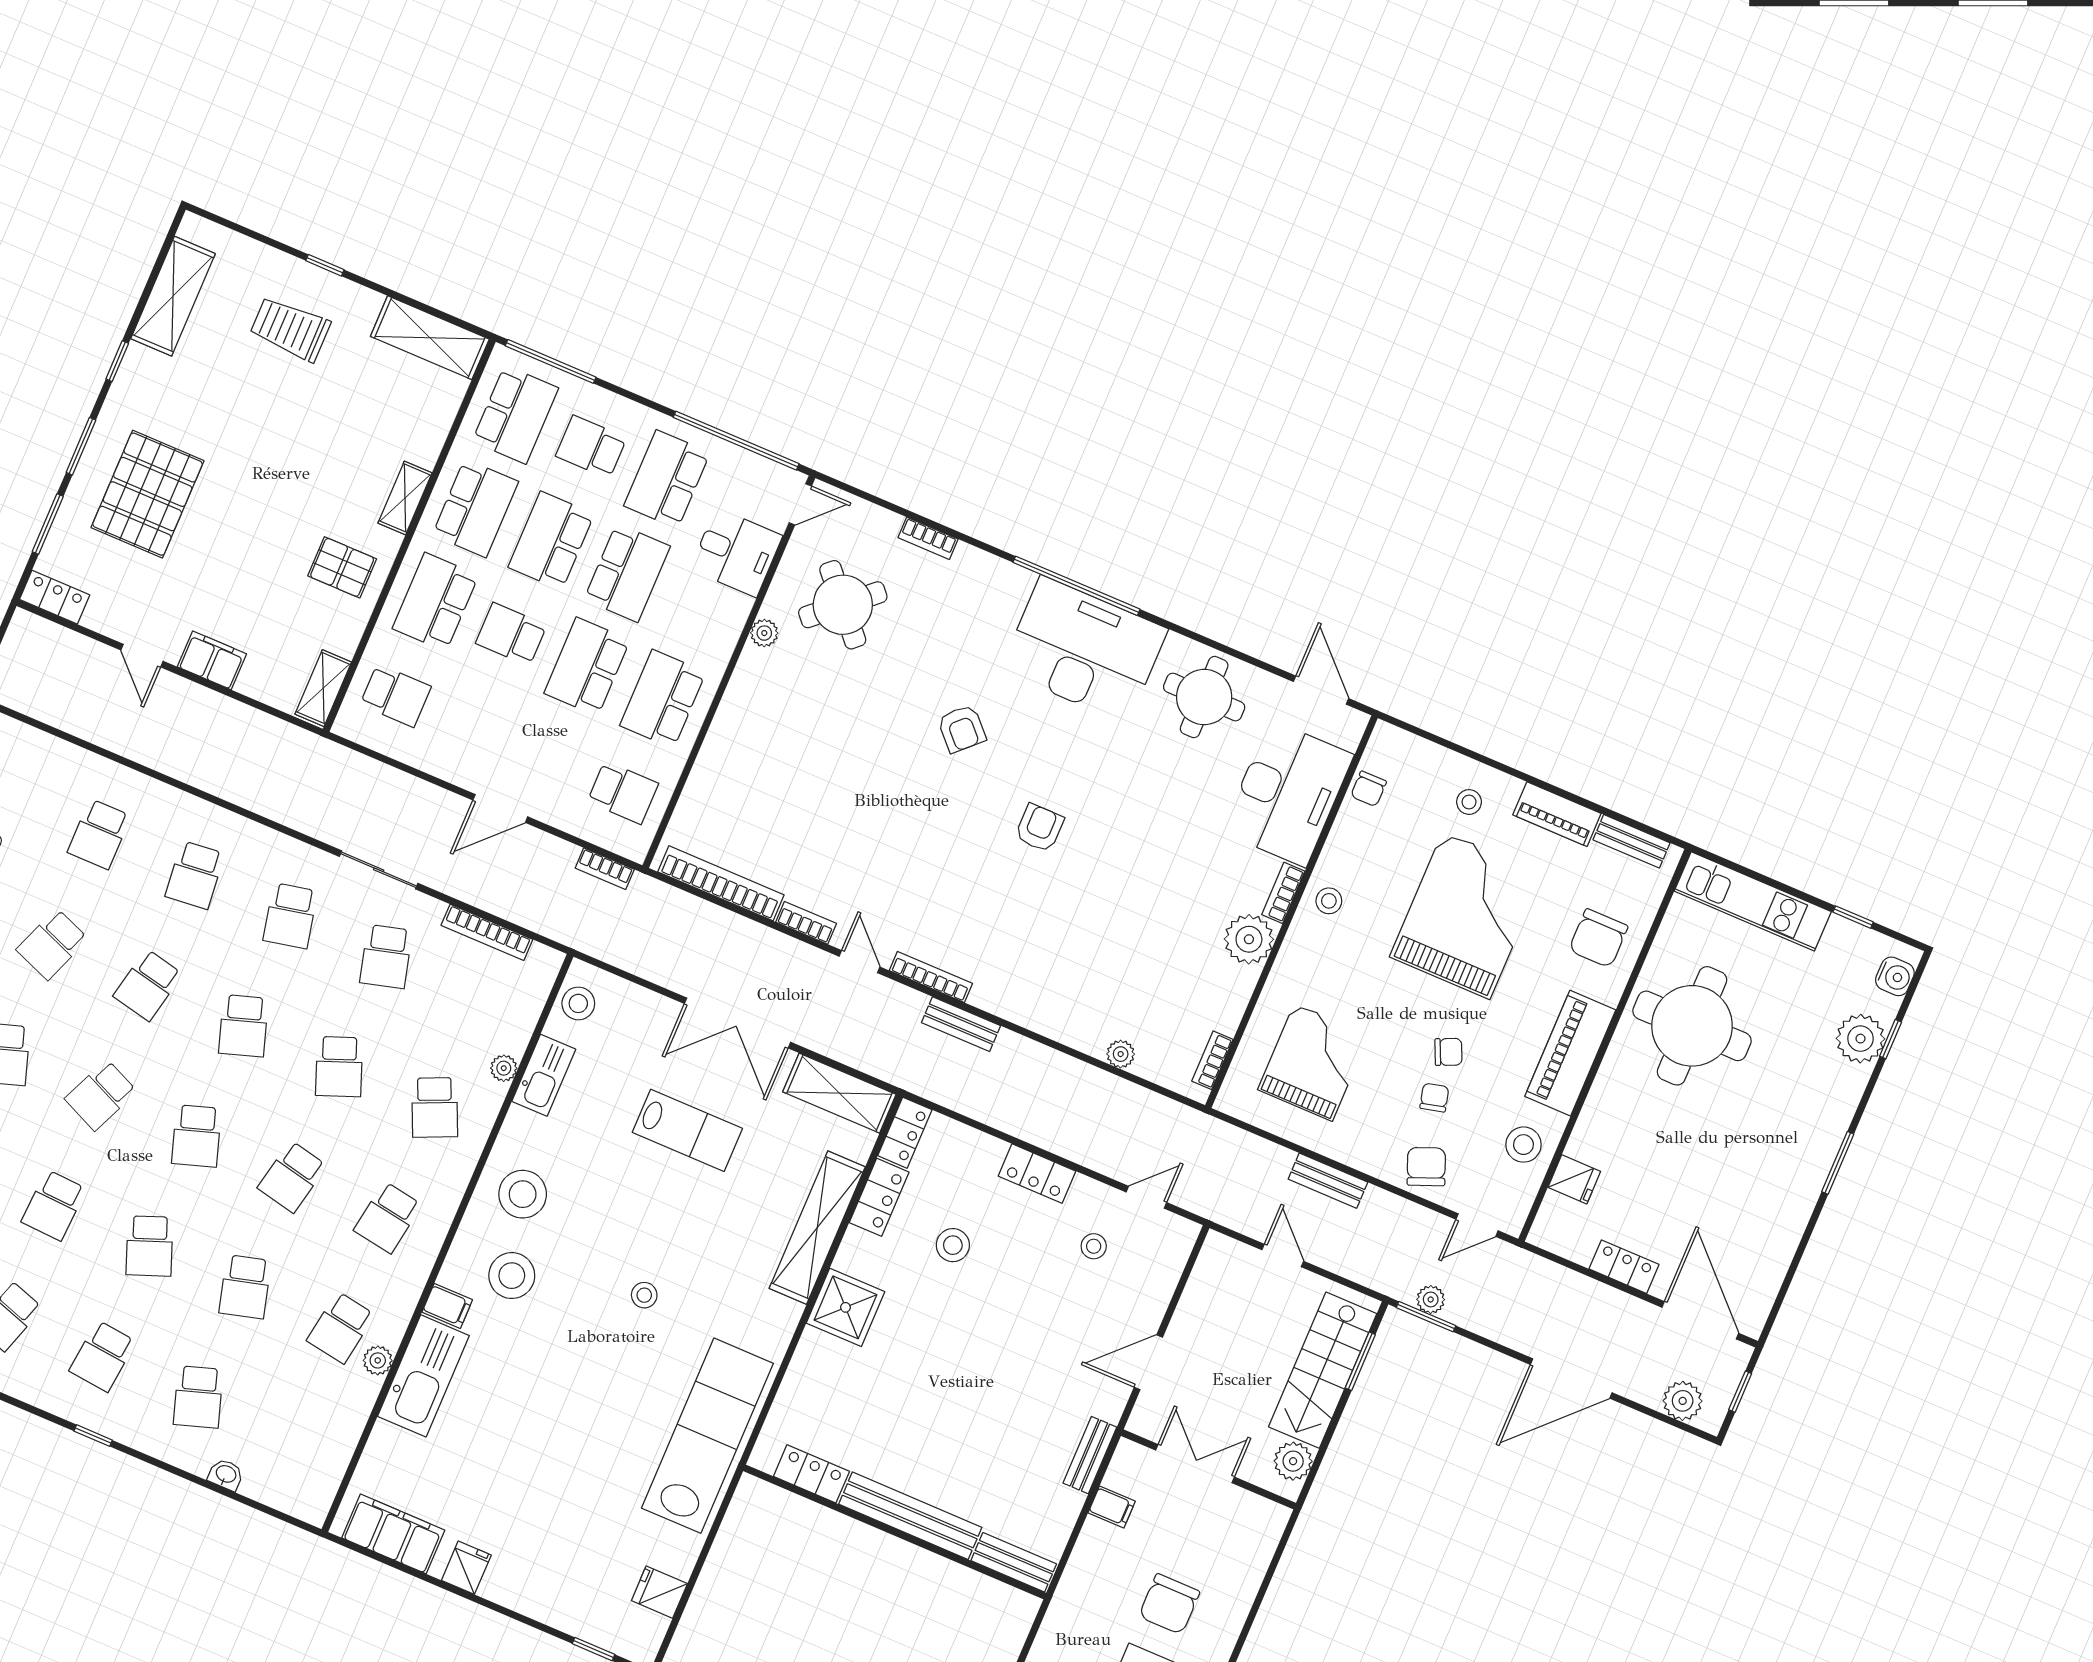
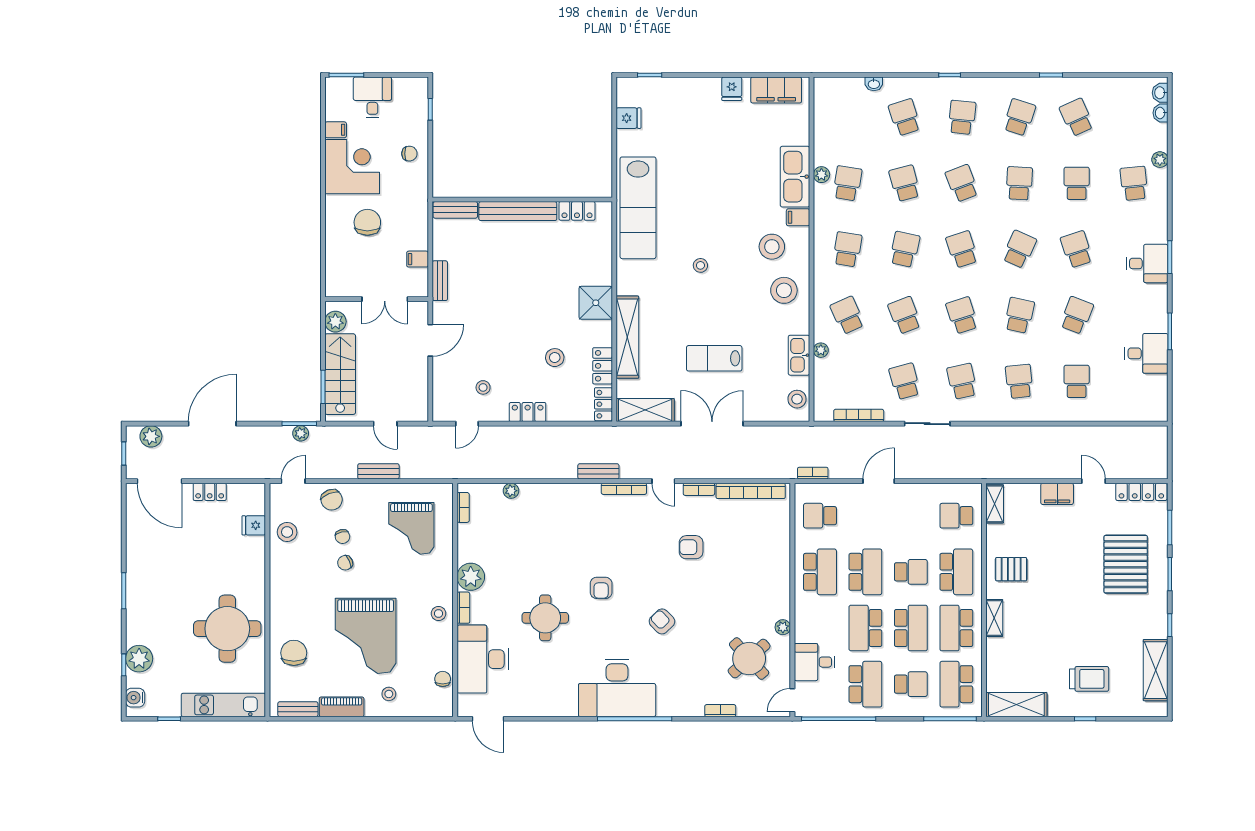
locker: (55, 597) -> (1141, 492), width x1.53
round table: (1204, 697) -> (545, 618), moved
armchair: (860, 832) -> (691, 547), added
piano: (1570, 1053) -> (283, 588), removed

